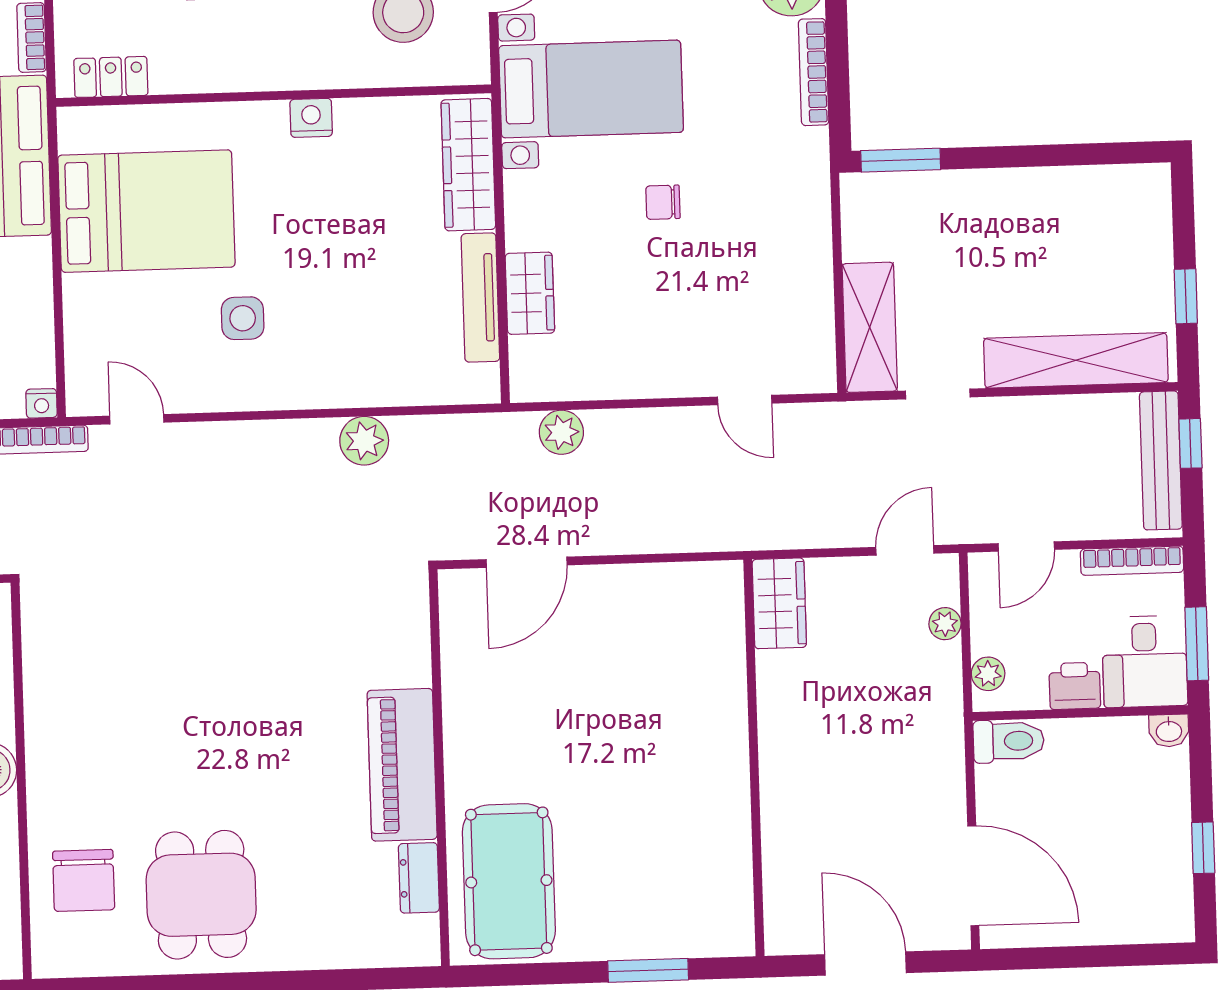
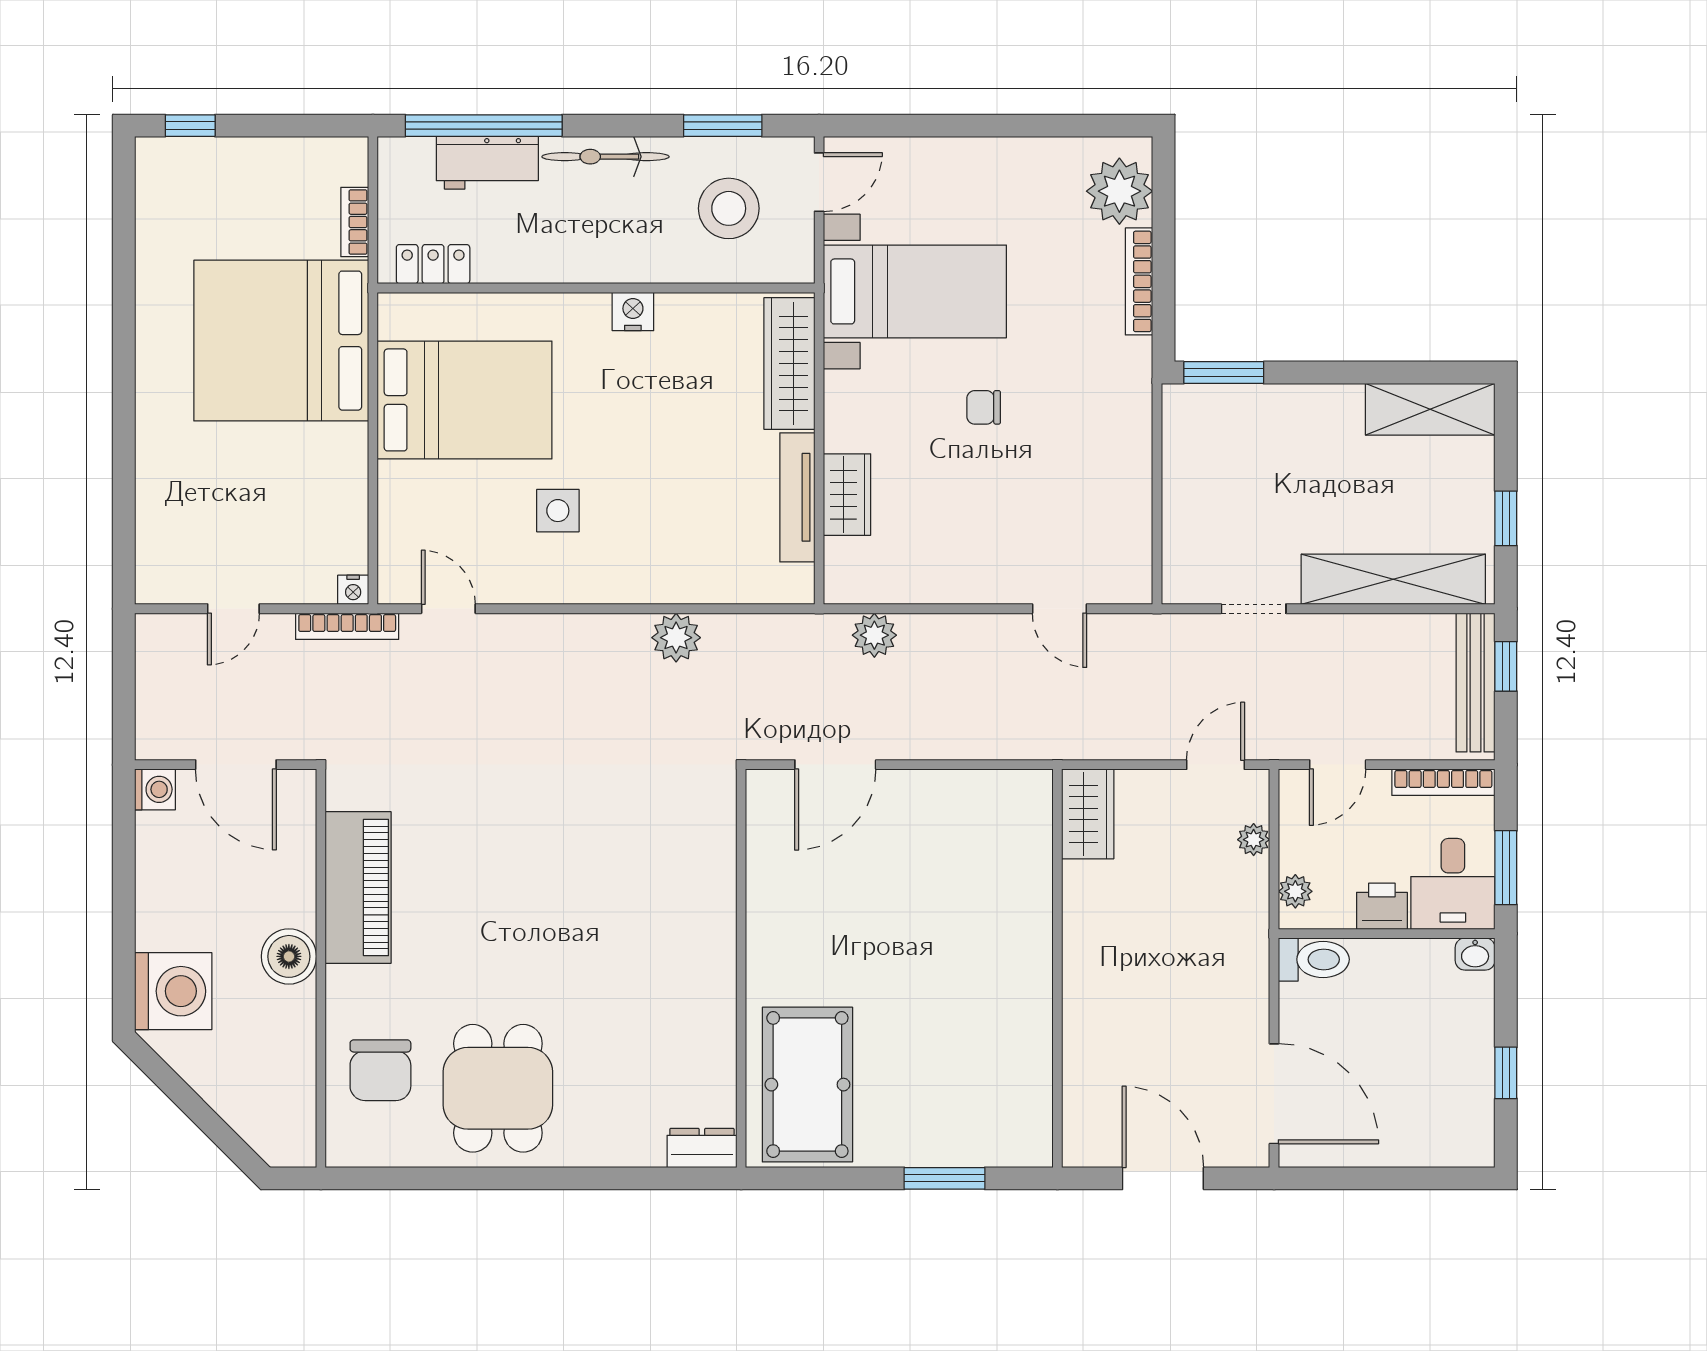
shelving: (870, 327) -> (1430, 409), moved, turned 90
piano: (402, 765) -> (358, 888), moved, turned 180
dresser: (419, 878) -> (702, 1148), moved, turned 90

